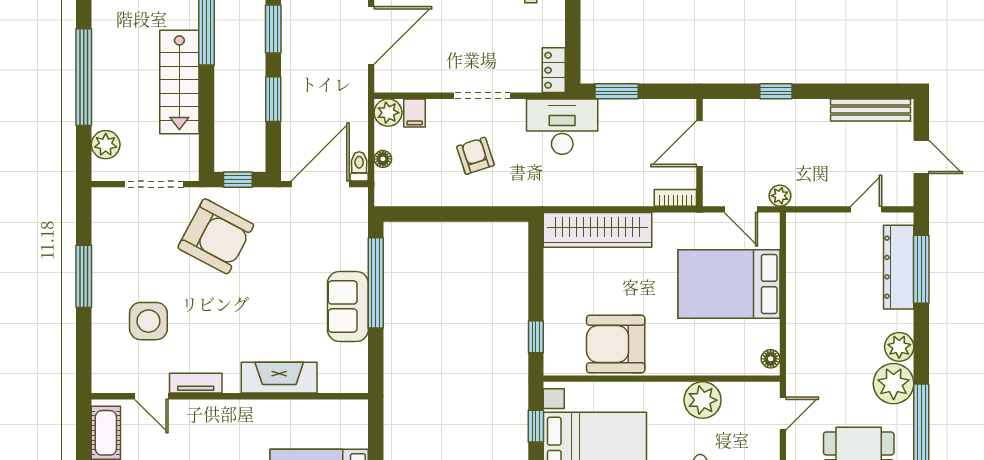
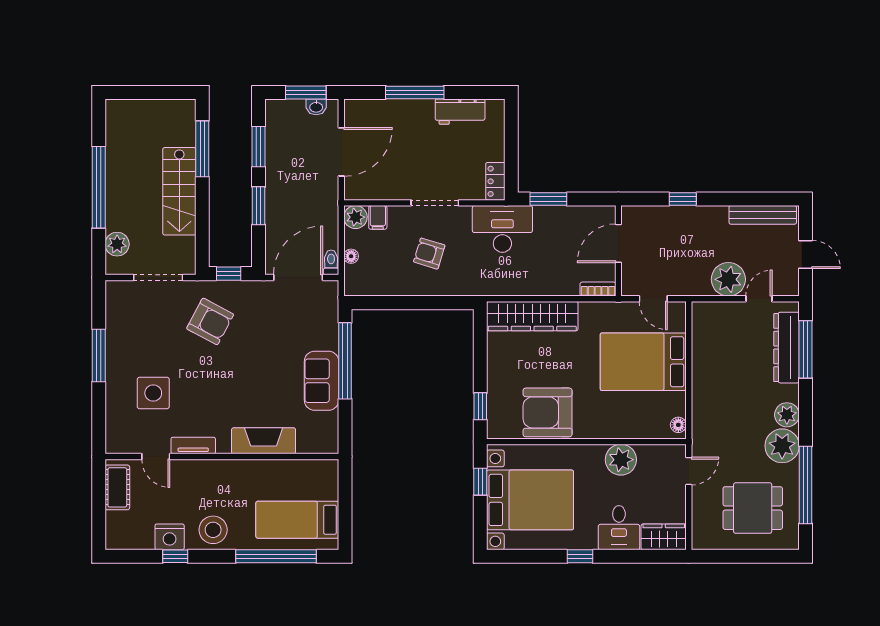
armchair: (475, 156) -> (429, 254), turned -55
plant: (780, 196) -> (728, 279), moved, width x1.87, depth x1.87
armchair: (216, 236) -> (210, 321), width x0.73, depth x0.73

